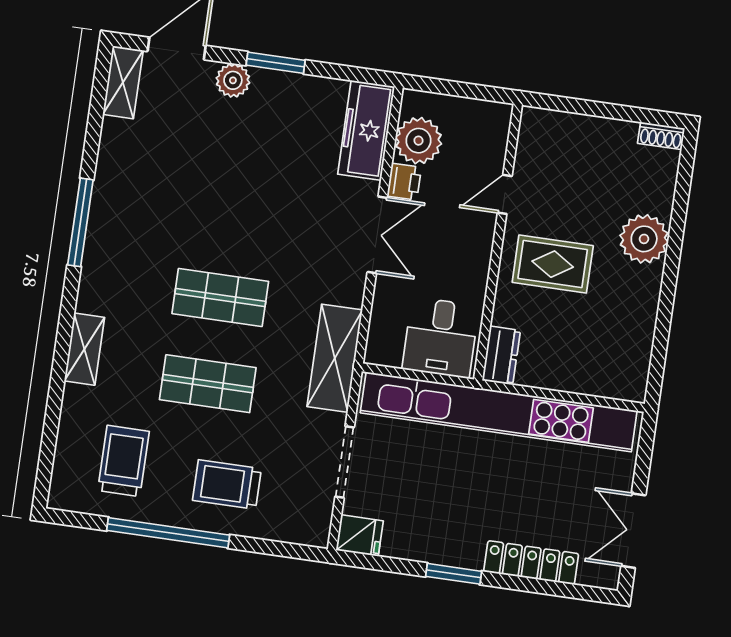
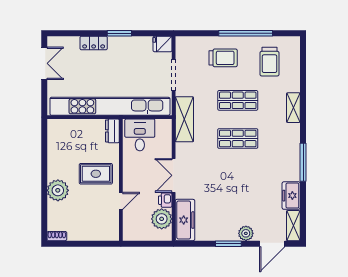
freezer: (118, 151) -> (291, 196), added
locker: (531, 563) -> (94, 43), width x0.66

